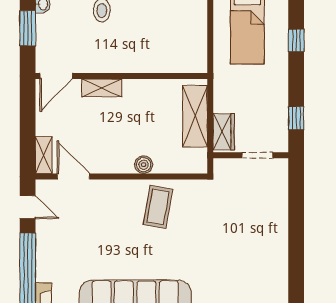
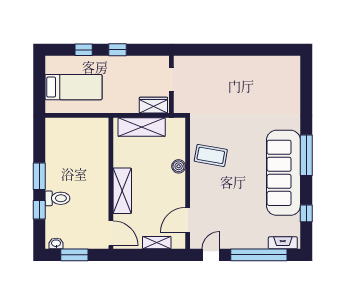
shelving: (102, 88) -> (122, 191), width x1.50, depth x1.33
window: (296, 118) -> (117, 50), moved
shelving: (44, 155) -> (157, 243), moved

